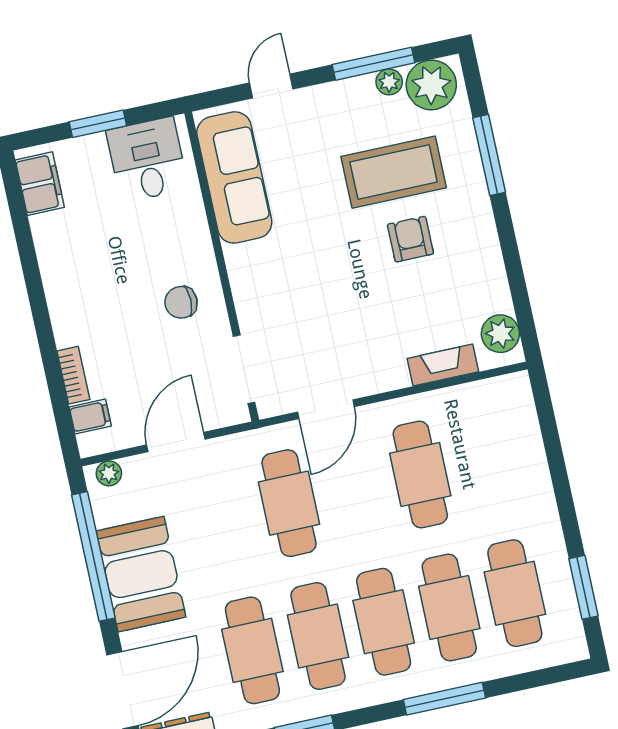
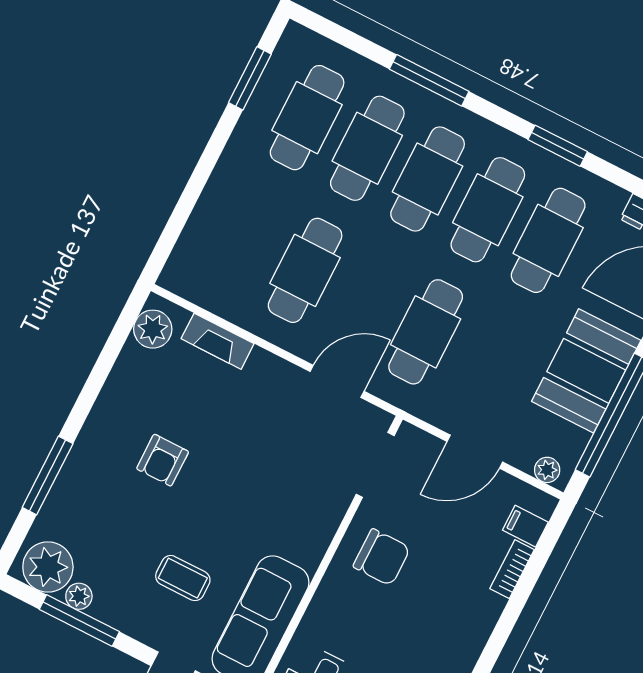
coffee table: (394, 172) -> (183, 578), moved, width x0.54, depth x0.58
chair: (181, 302) -> (382, 557), width x1.37, depth x1.37

